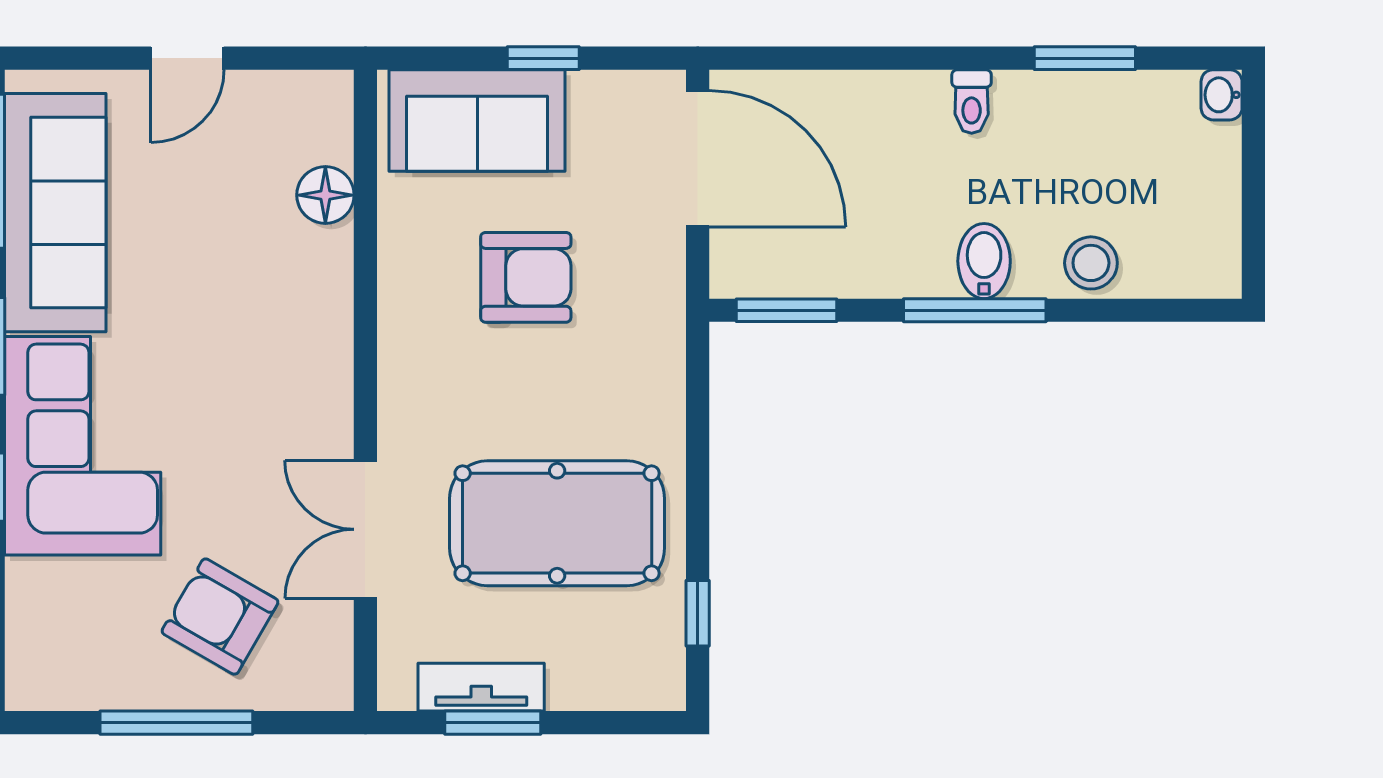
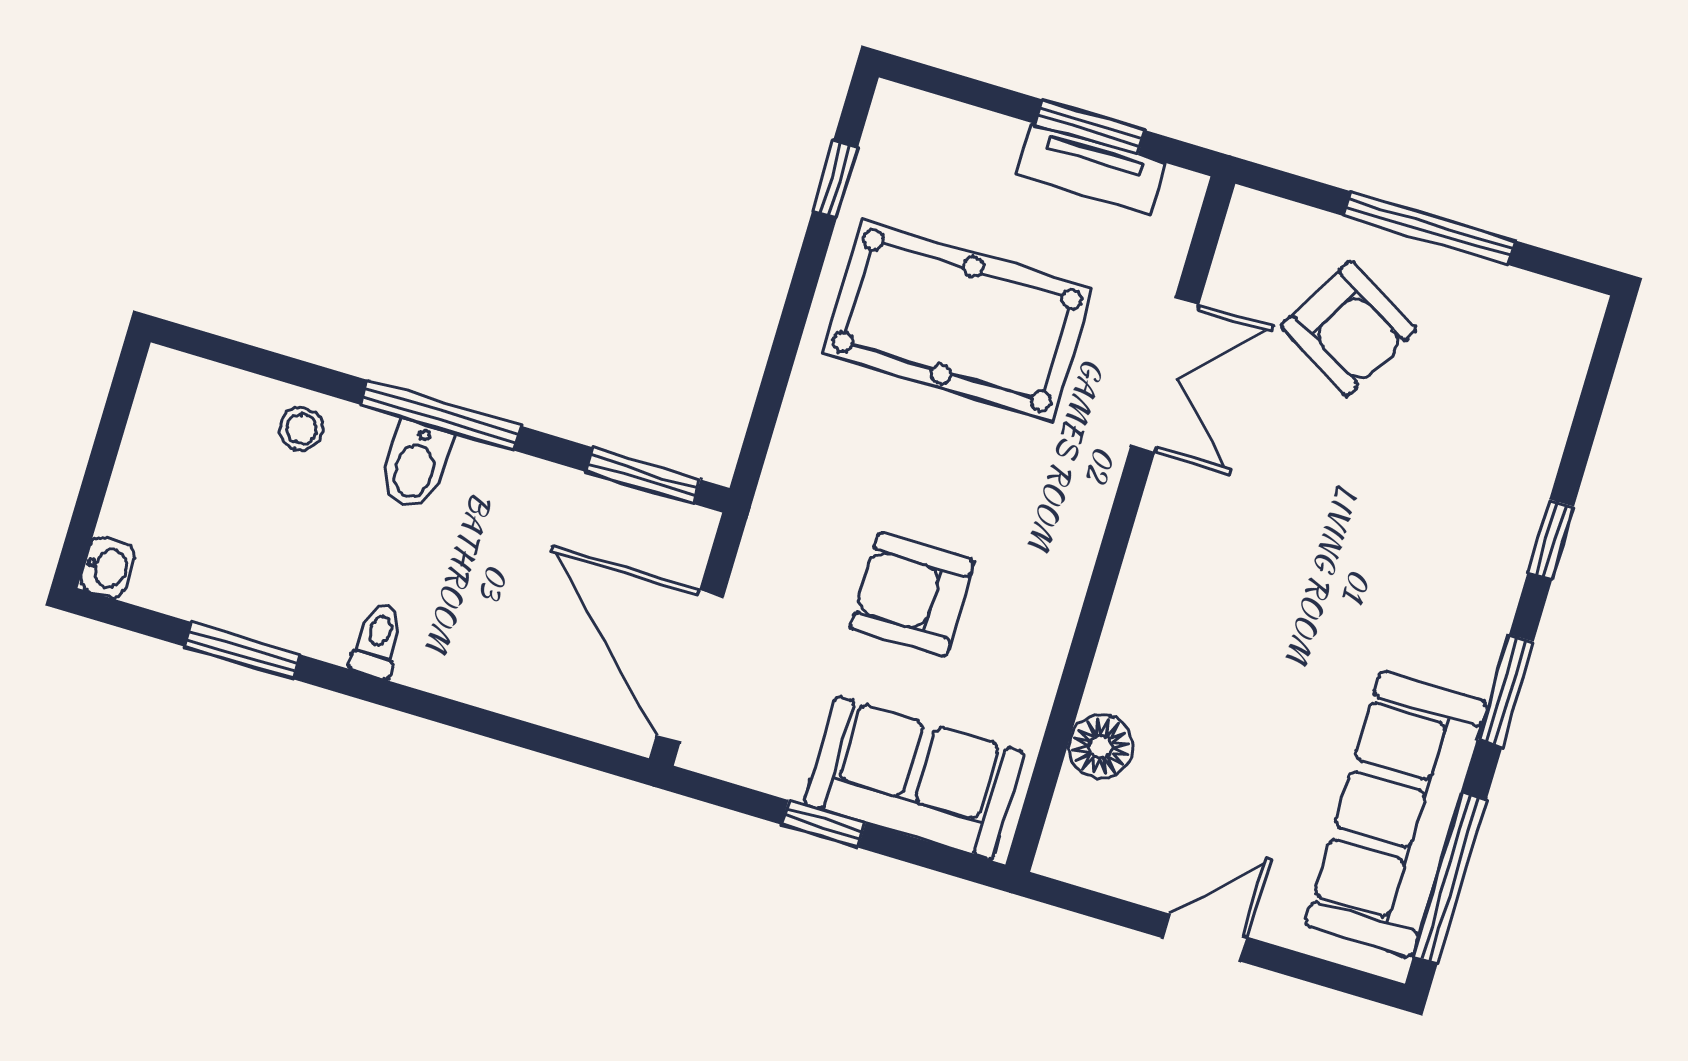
stool: (1091, 263) -> (301, 429), width x0.73, depth x0.73
corner sofa: (83, 446) -> (1442, 555), removed

